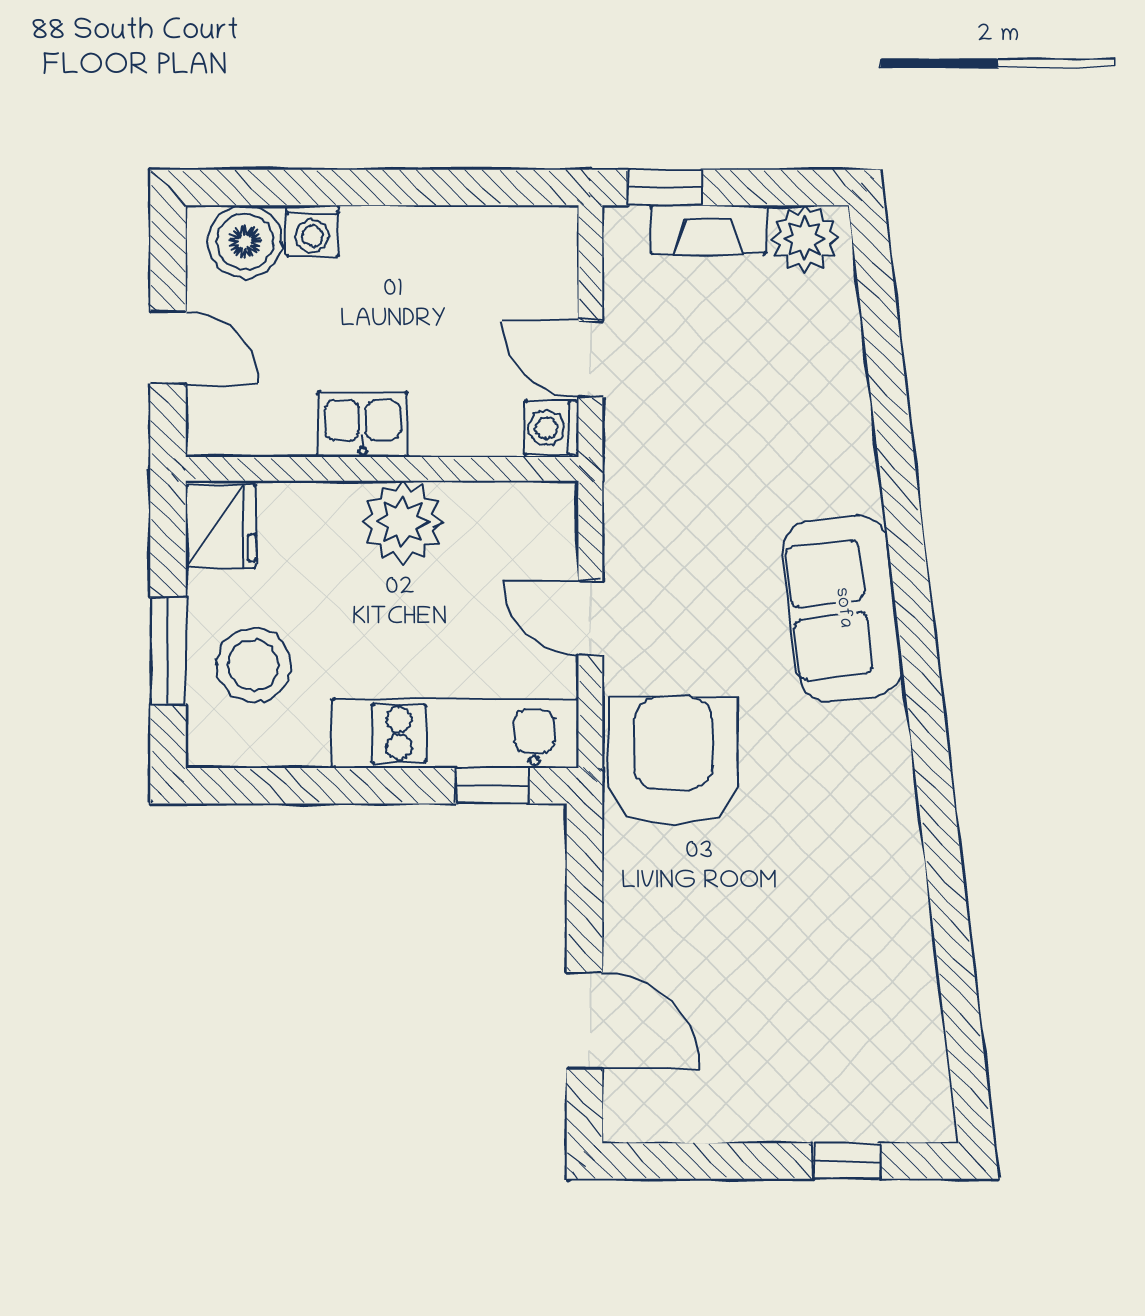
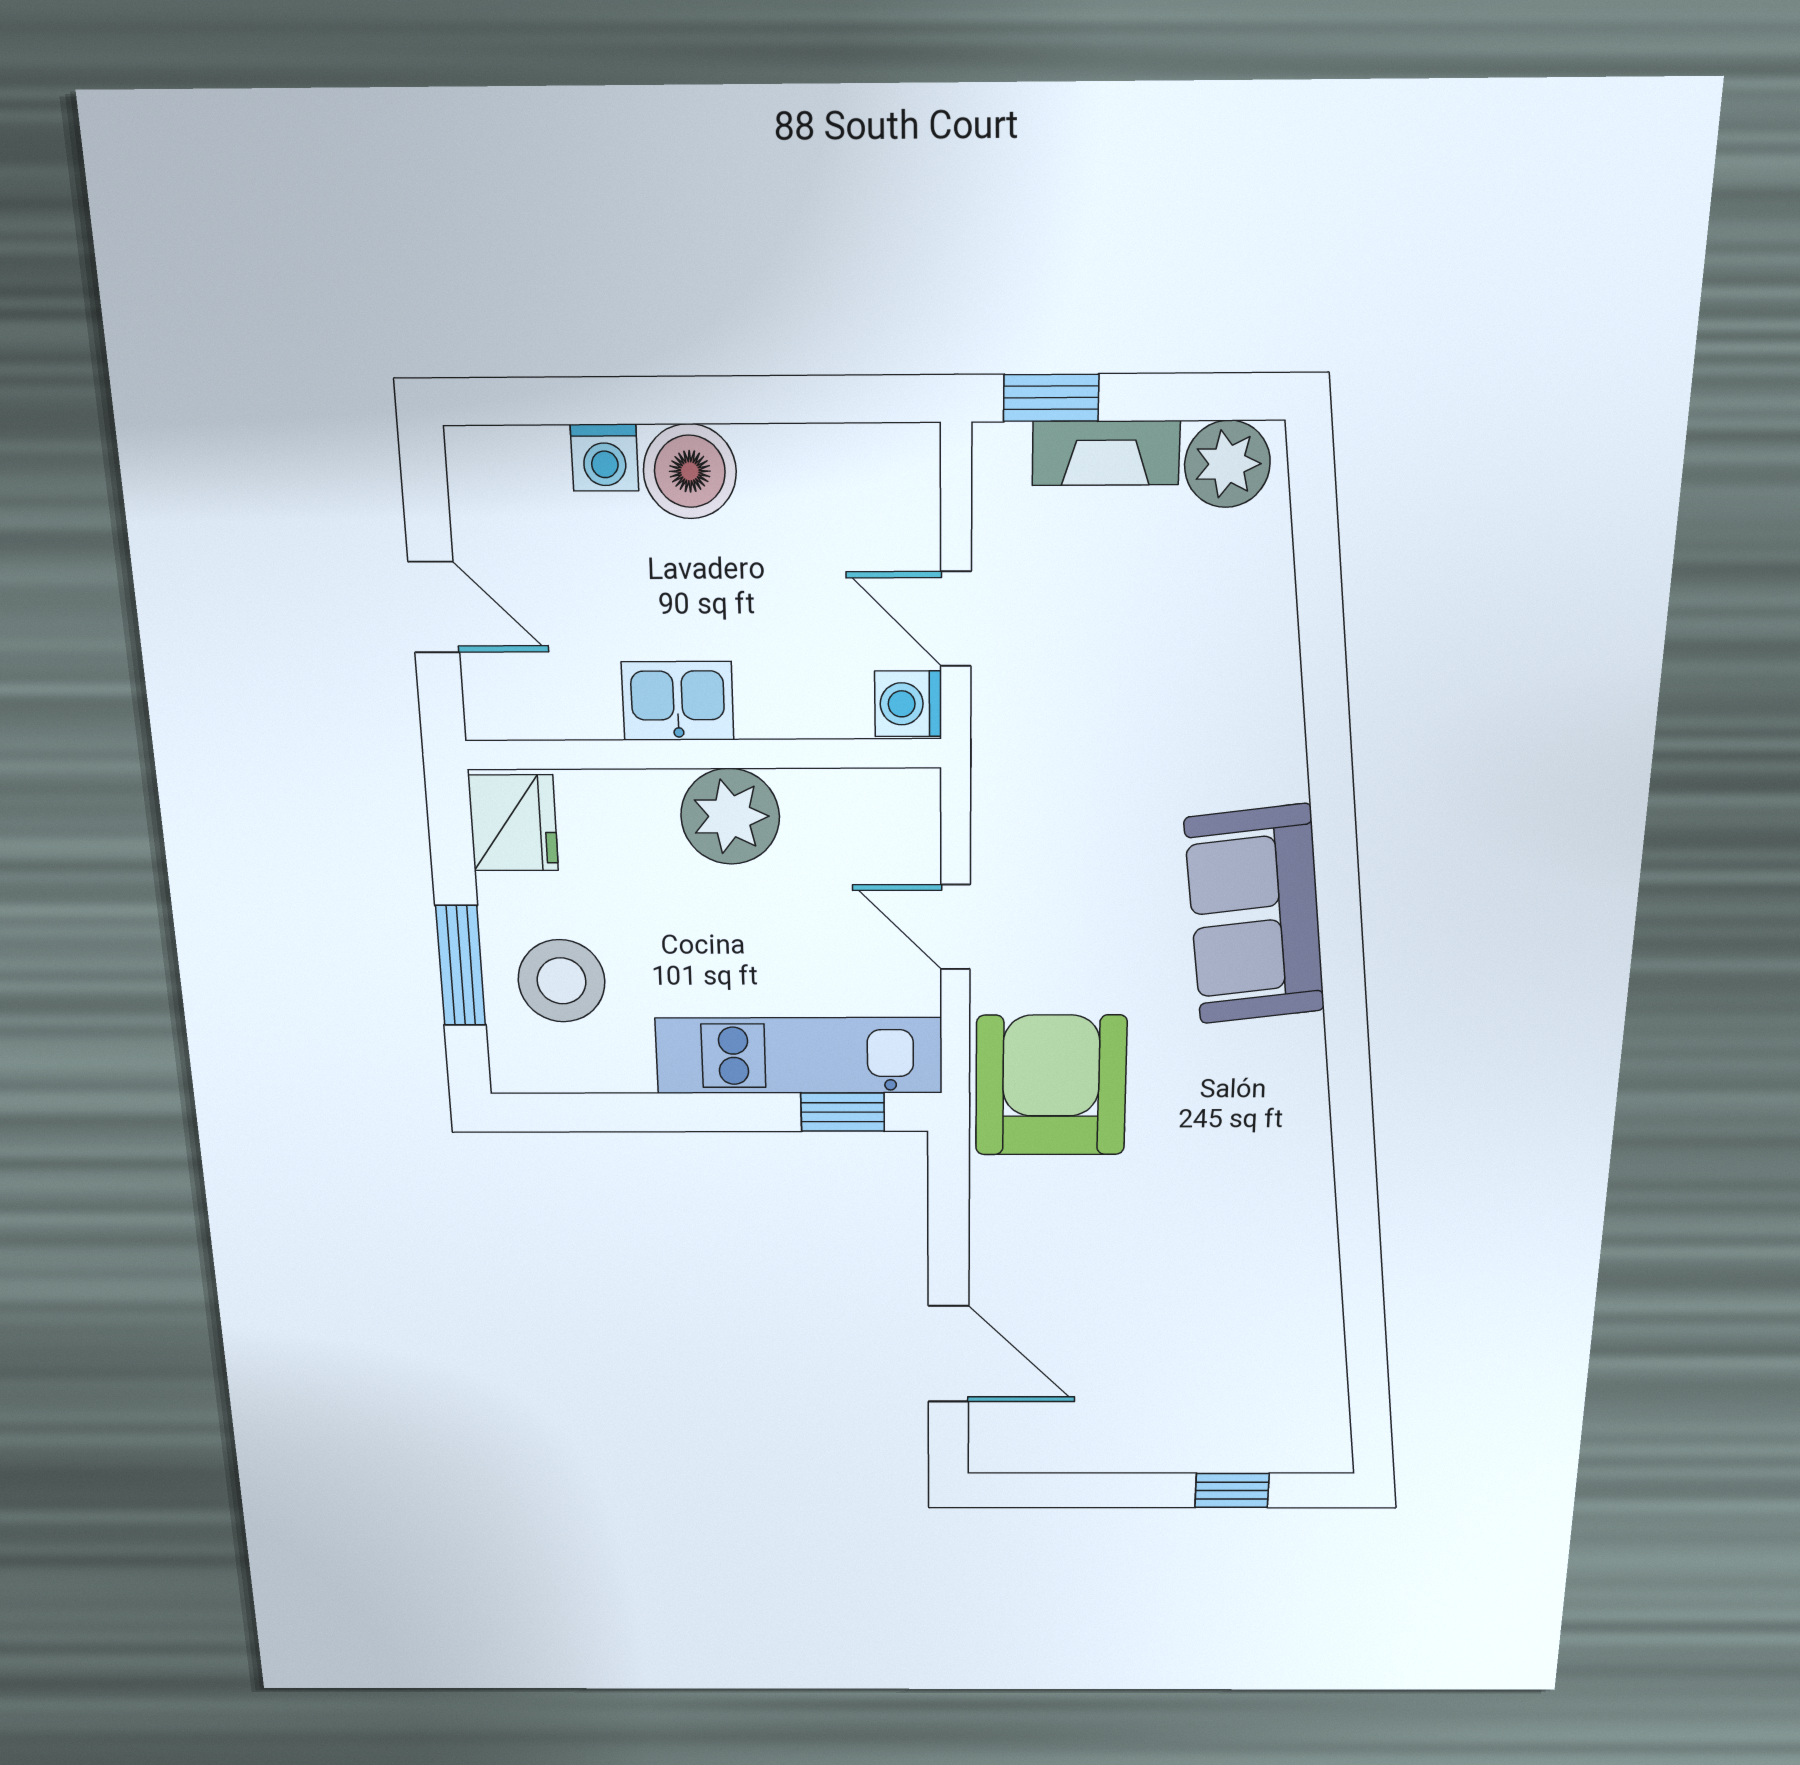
boiler: (245, 242) -> (690, 471), moved

